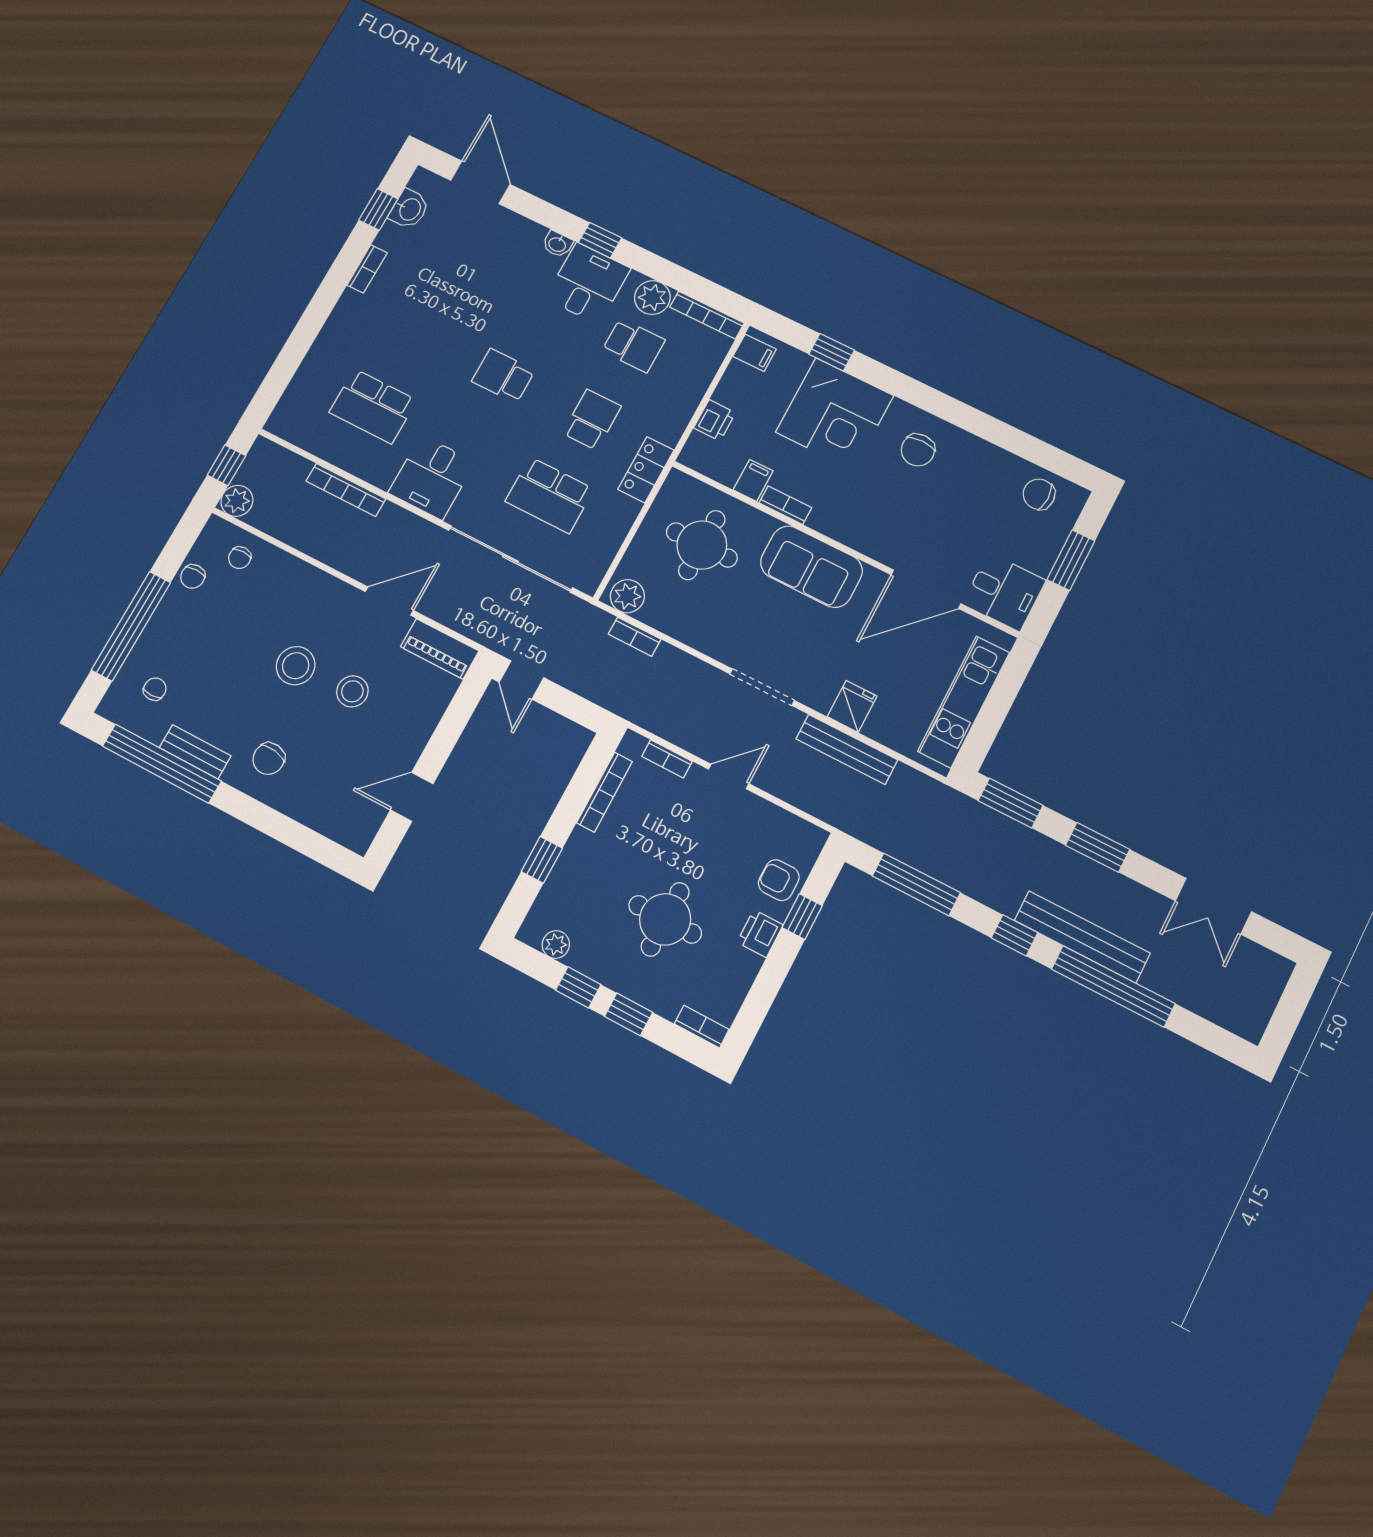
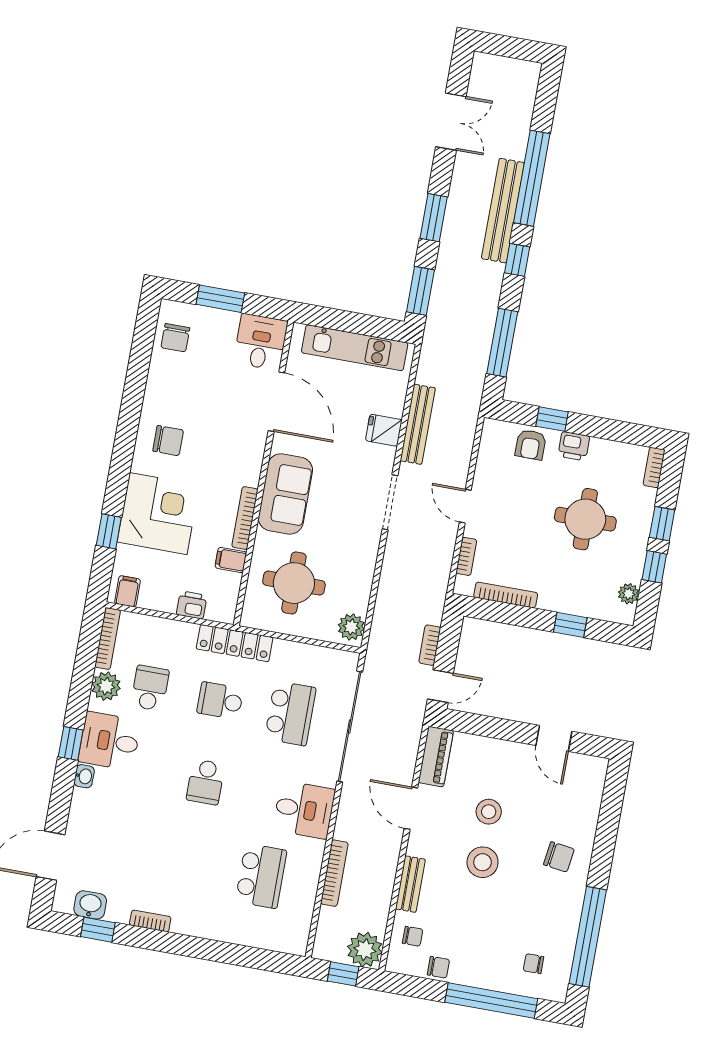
locker: (646, 470) -> (235, 643), width x1.53
plant: (237, 501) -> (365, 950), width x1.36, depth x1.36
bookcase: (785, 505) -> (245, 518), width x1.56
bookcase: (635, 637) -> (430, 645), moved, turned 180
bench: (195, 752) -> (410, 884), moved

